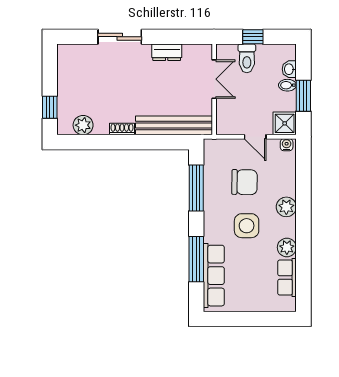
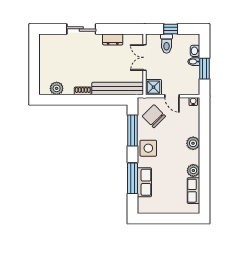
double door: (214, 79) -> (145, 57), swing flipped
window: (50, 107) -> (34, 76), removed
shower: (285, 123) -> (154, 87), moved
chair: (244, 182) -> (154, 116), moved, turned -136
side table: (247, 226) -> (148, 148), moved
row of seats: (214, 276) -> (144, 182), width x0.68

